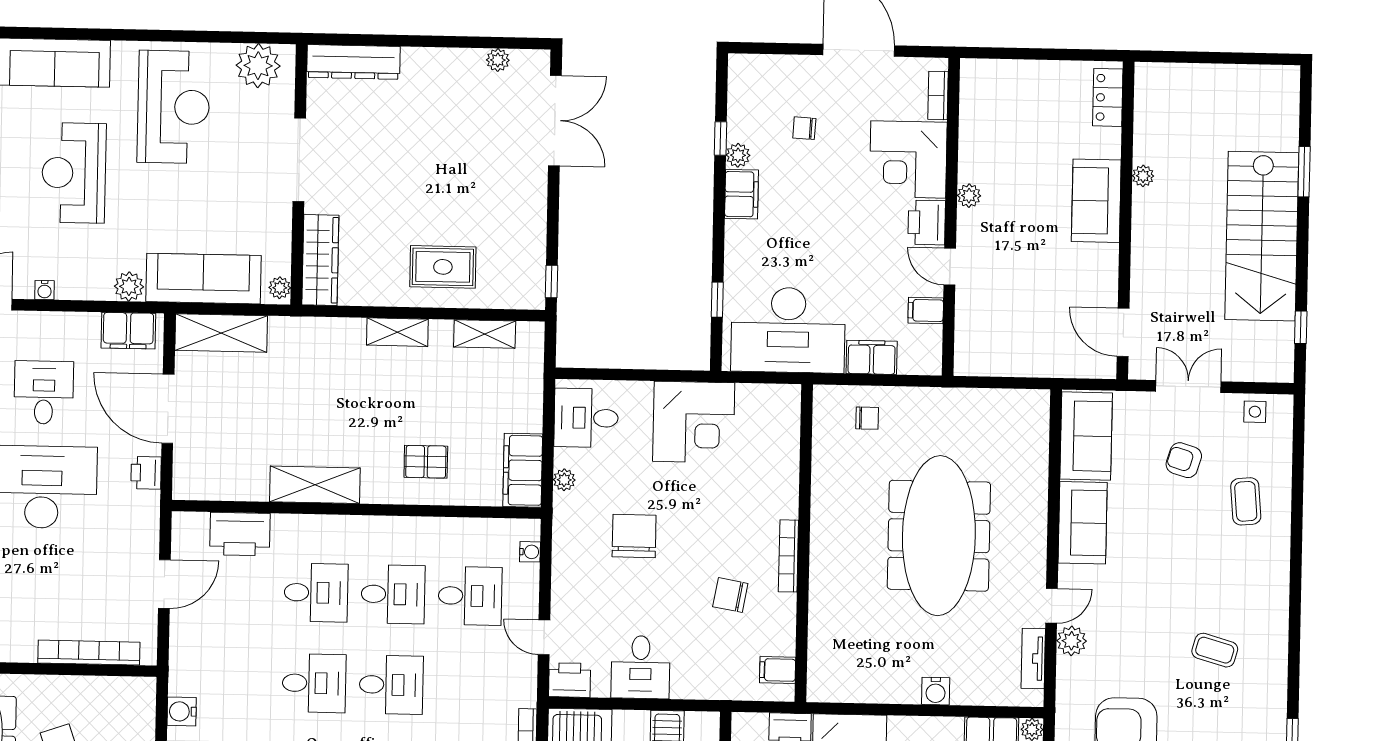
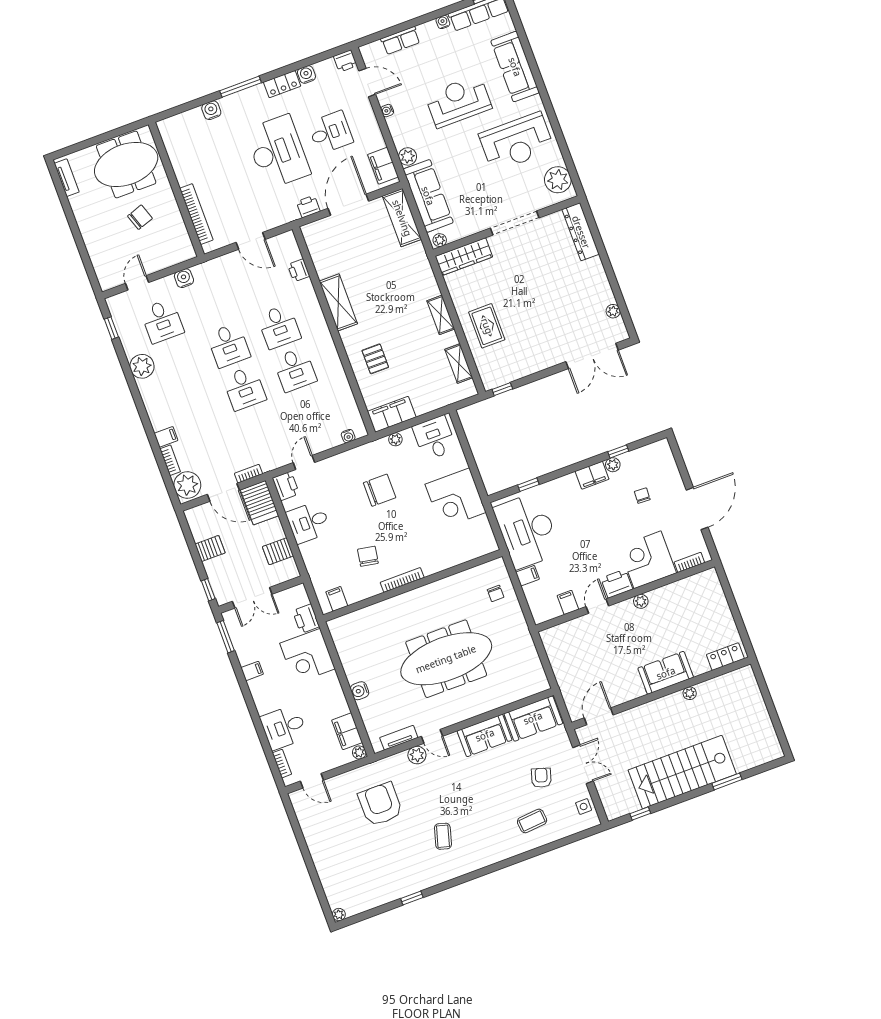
filing cabinet: (872, 357) -> (528, 576), width x0.50
printer: (240, 534) -> (299, 270), width x0.53, depth x0.68
desk: (470, 596) -> (311, 413), removed

